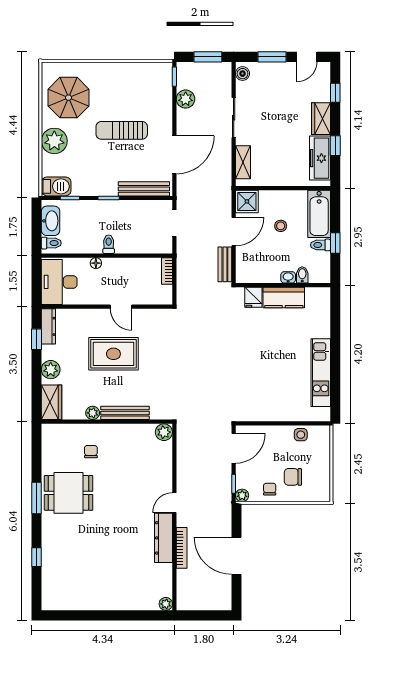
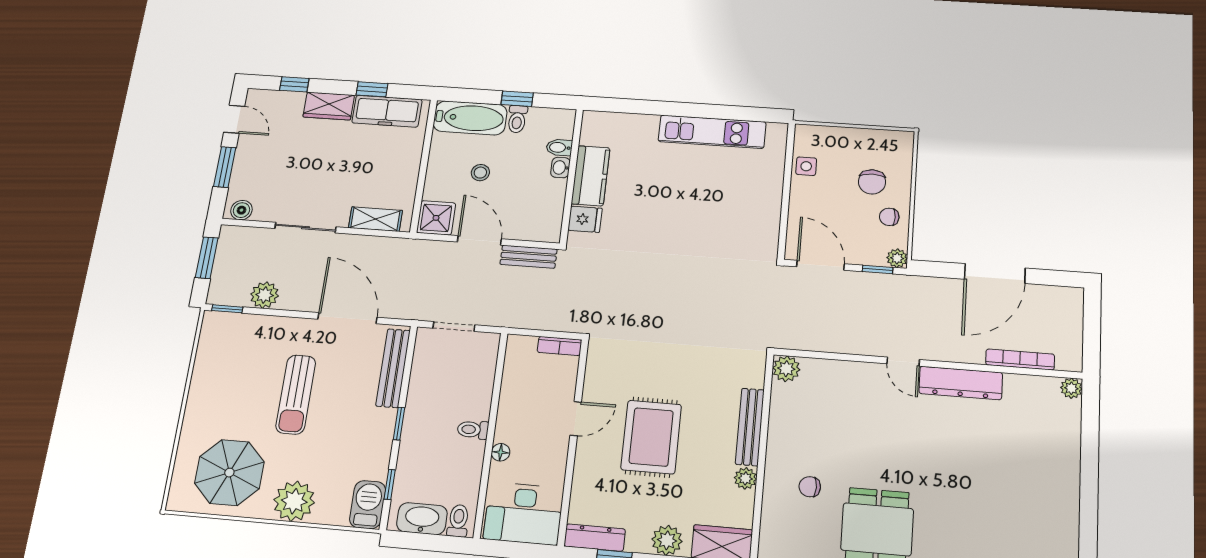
bookcase: (167, 271) -> (560, 346), moved
bookcase: (182, 548) -> (1020, 360), moved

